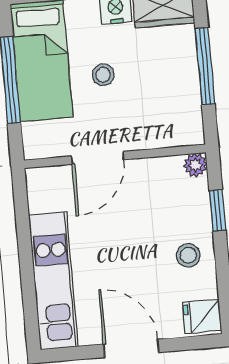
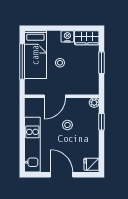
window: (205, 66) -> (102, 63), width x0.69
stool: (188, 255) -> (67, 125), moved

